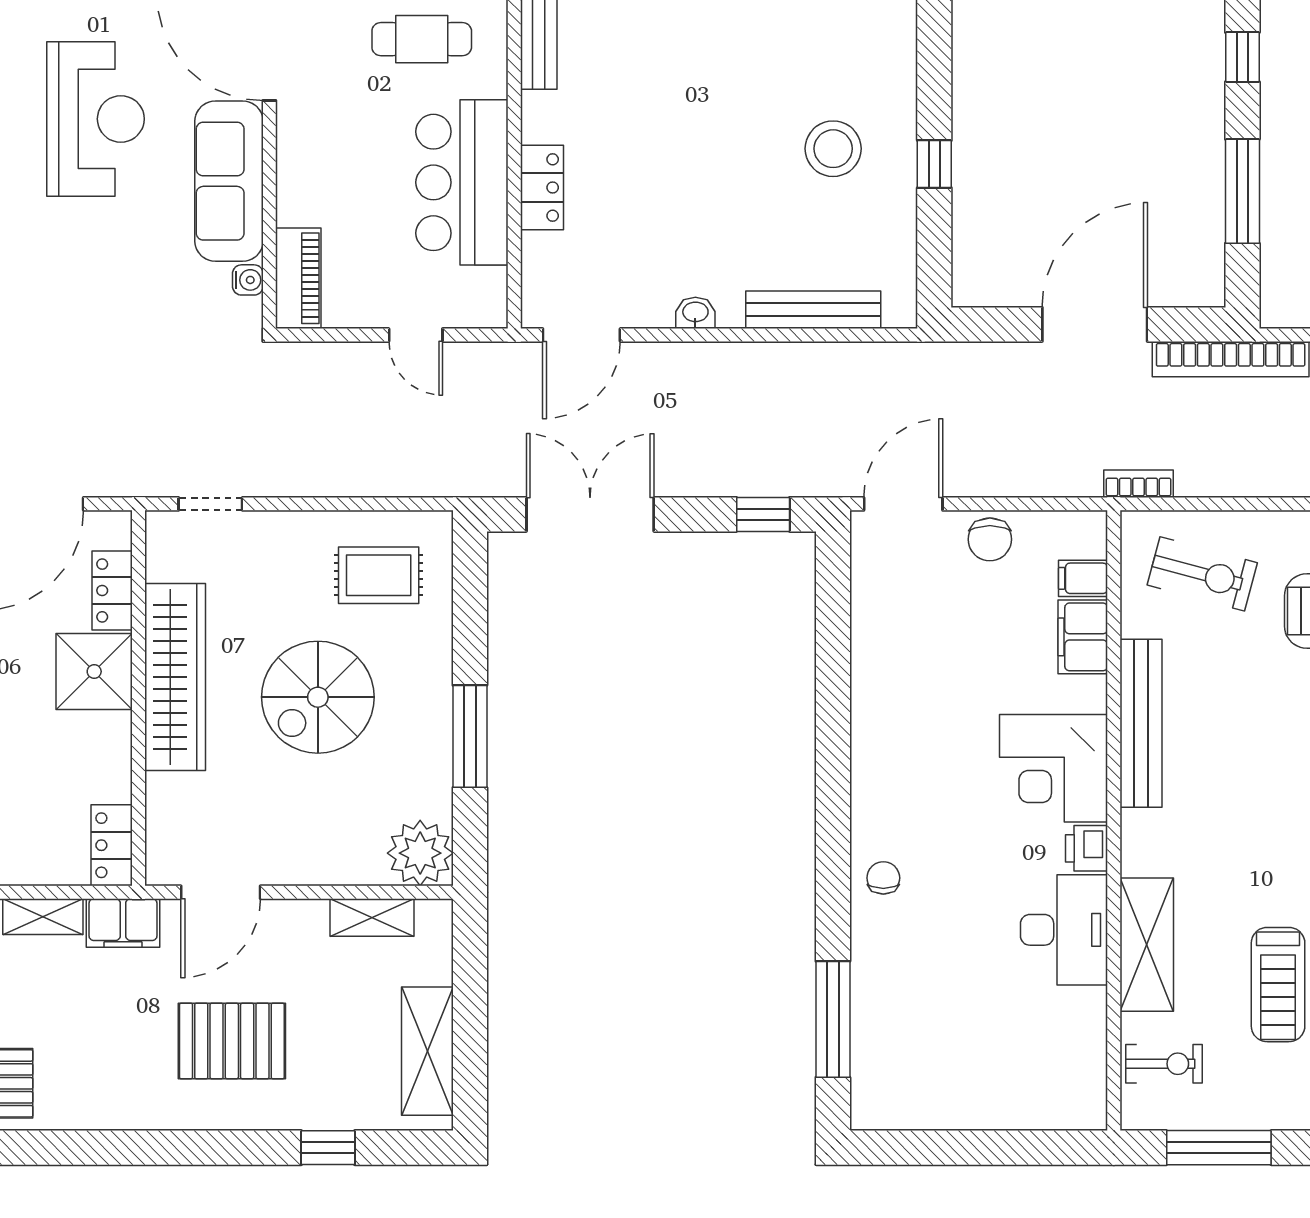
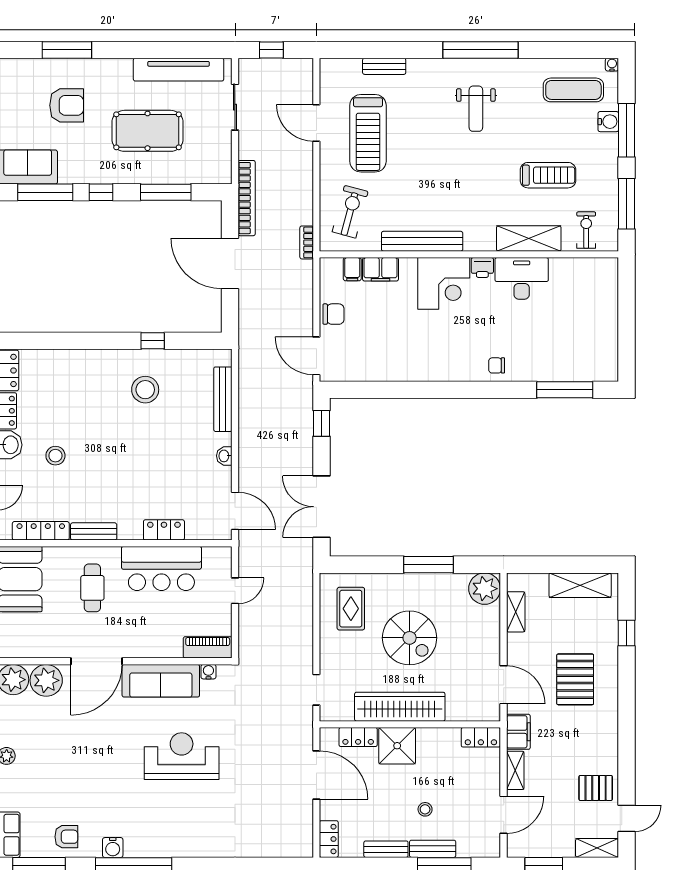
reception desk: (96, 119) -> (182, 756), moved

